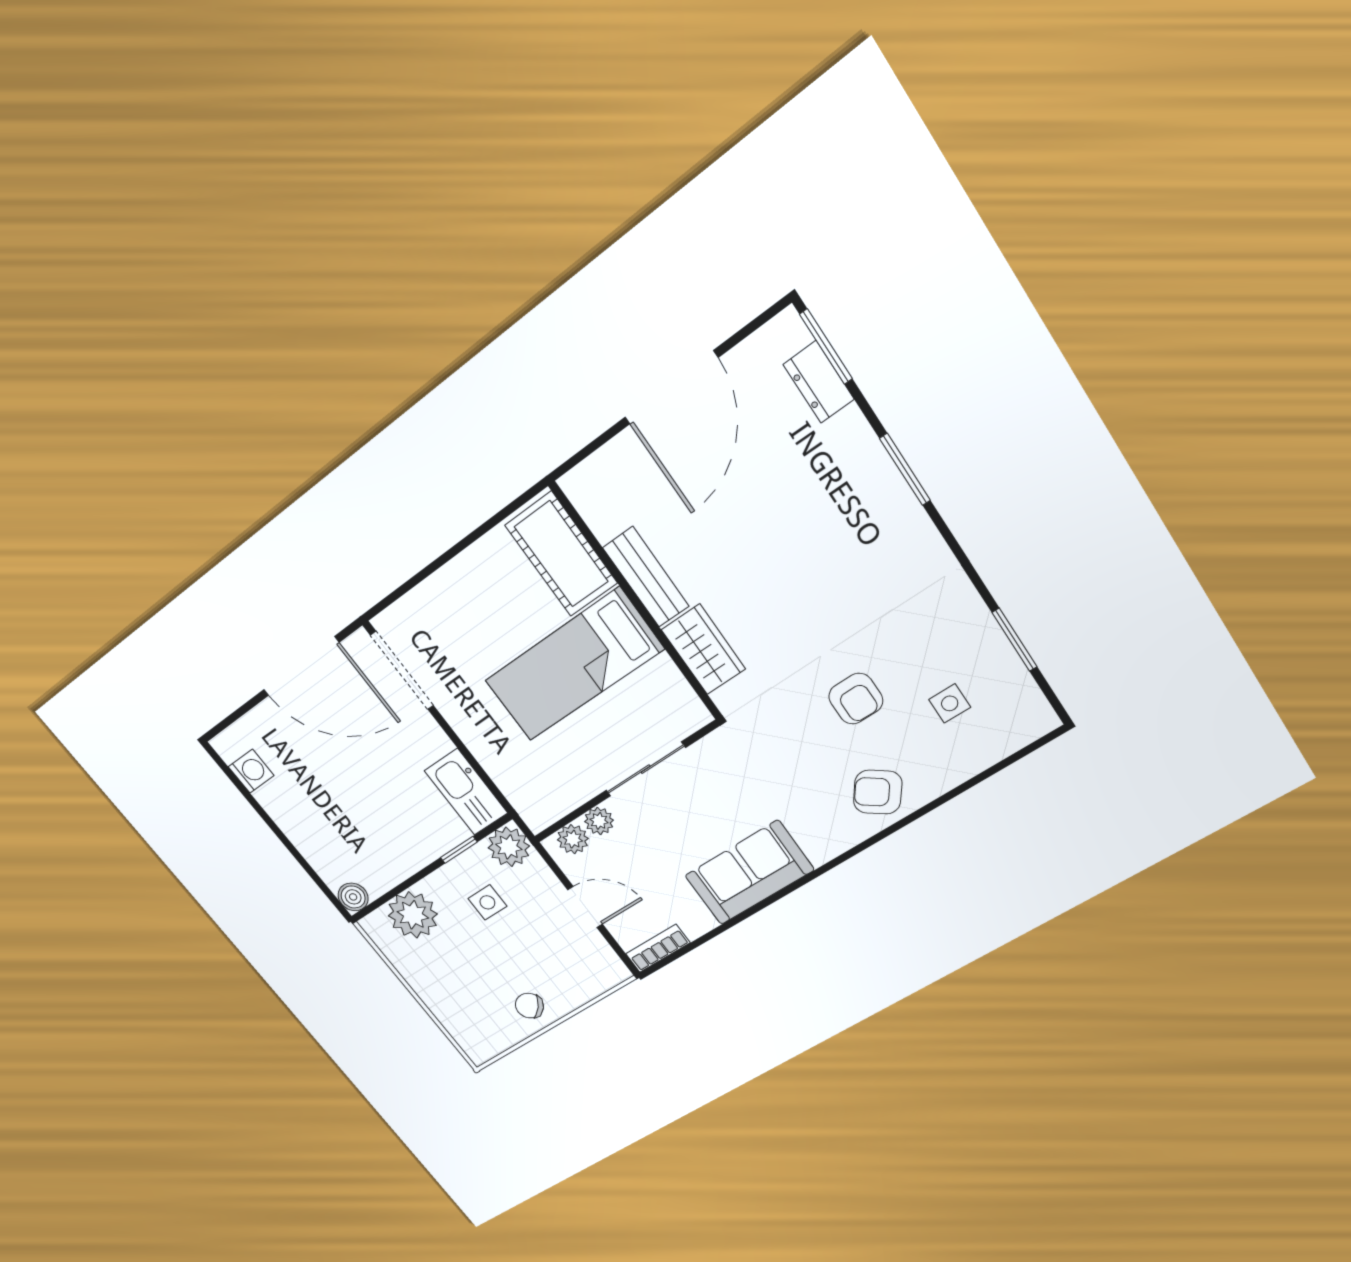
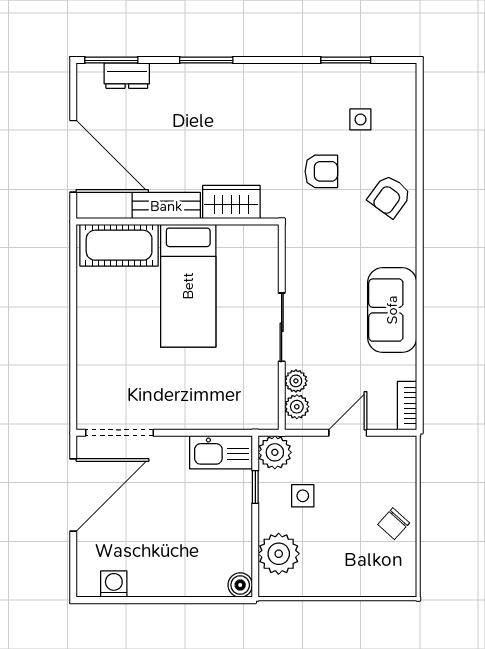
cot: (561, 554) -> (119, 245), moved
bench: (646, 577) -> (166, 206), moved
wall: (637, 603) -> (177, 221), moved
wardrobe: (703, 649) -> (231, 202), moved
bed: (574, 665) -> (188, 286), moved

